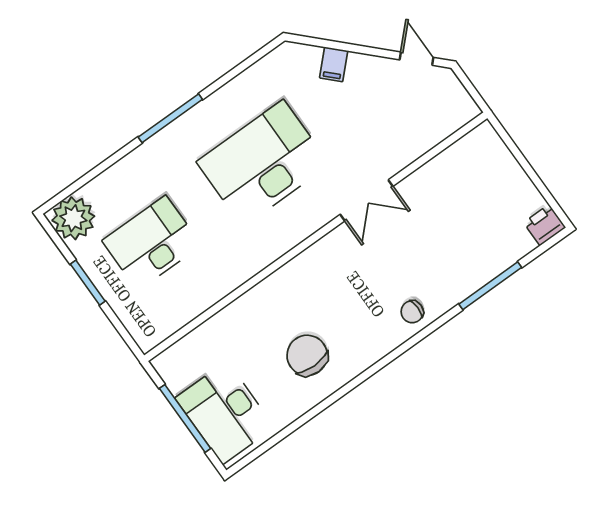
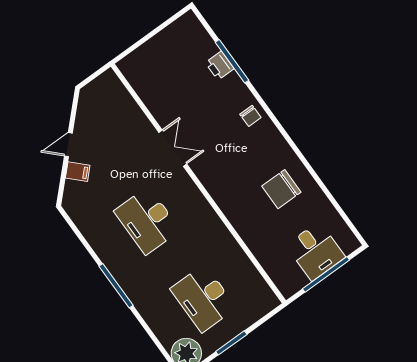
door: (417, 59) -> (68, 145), moved
desk: (263, 163) -> (147, 221), width x0.73, depth x0.77
printer: (544, 225) -> (220, 66), moved
desk: (225, 413) -> (316, 251), width x0.73

